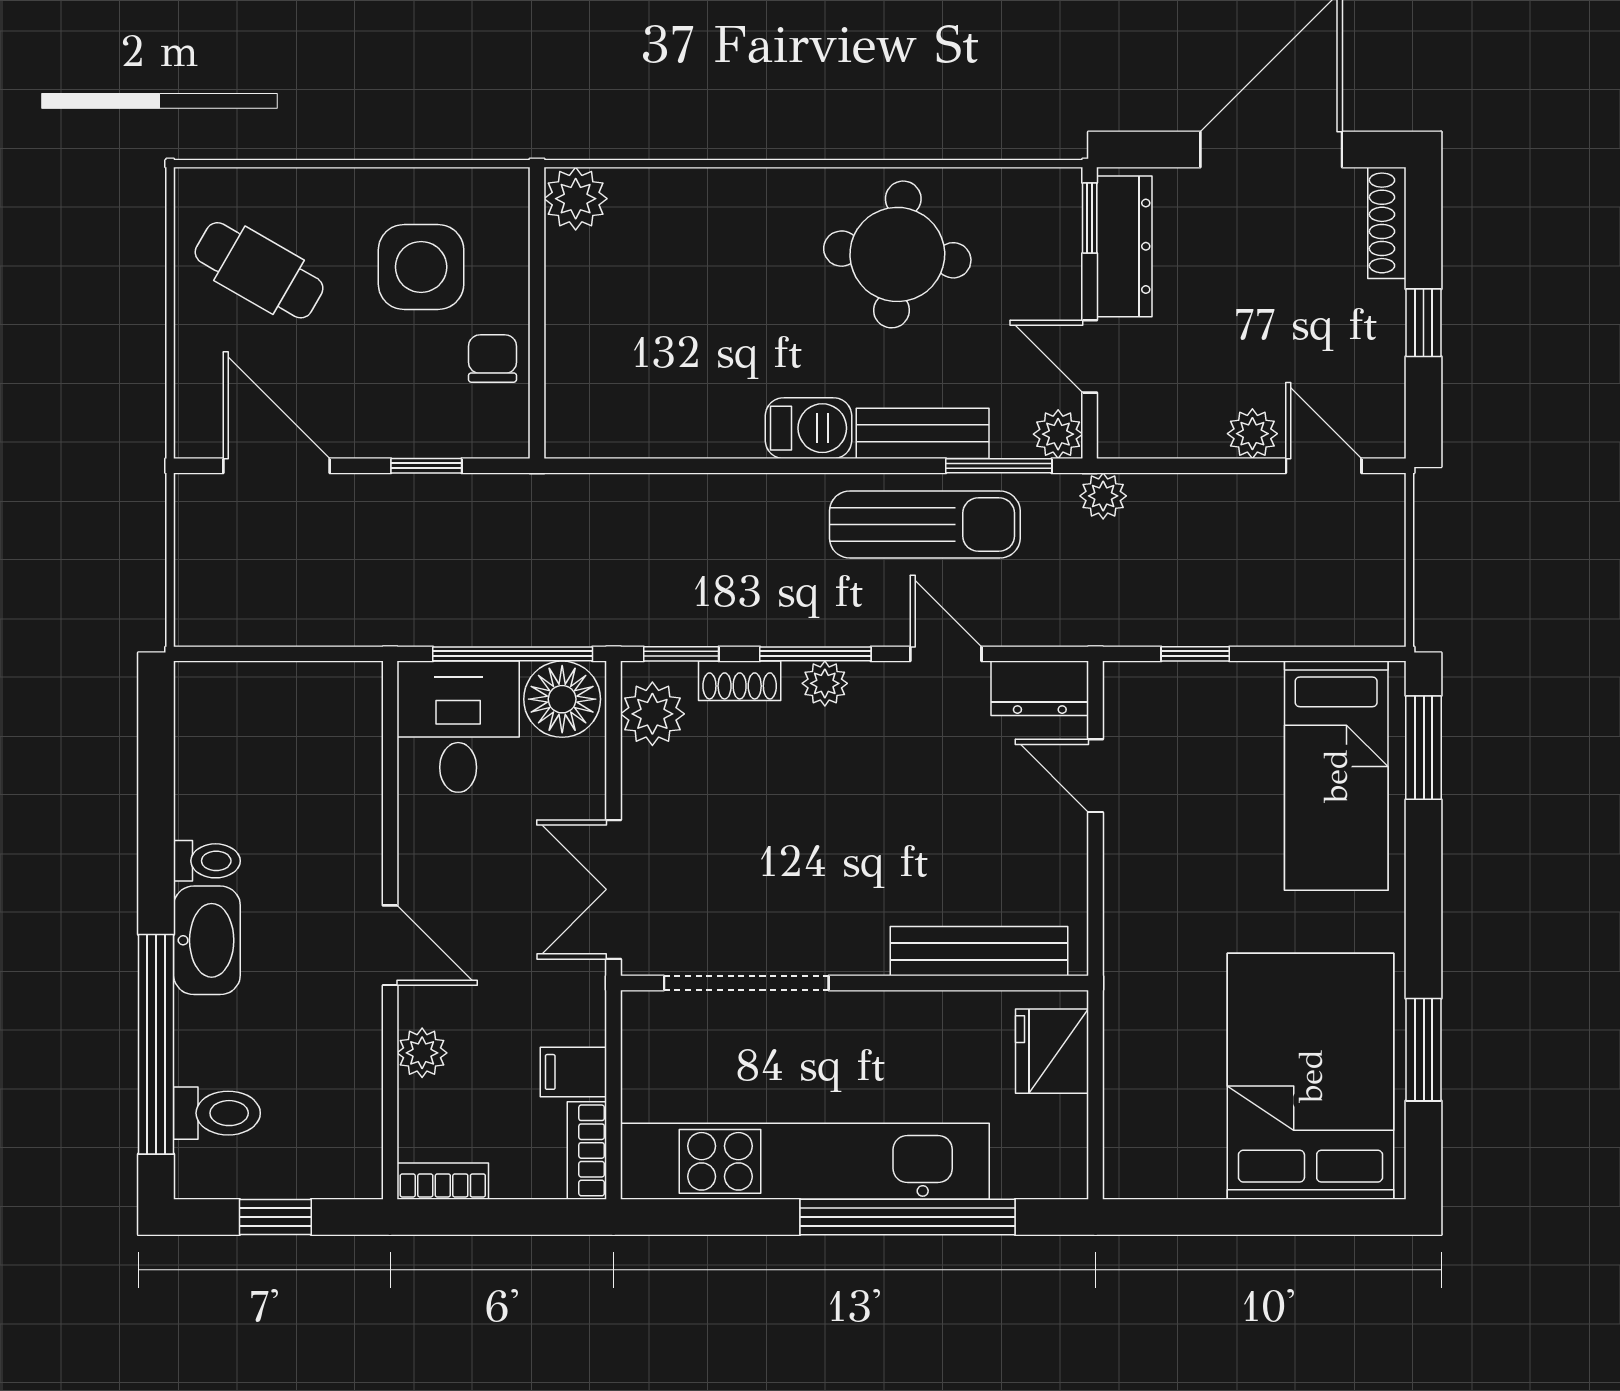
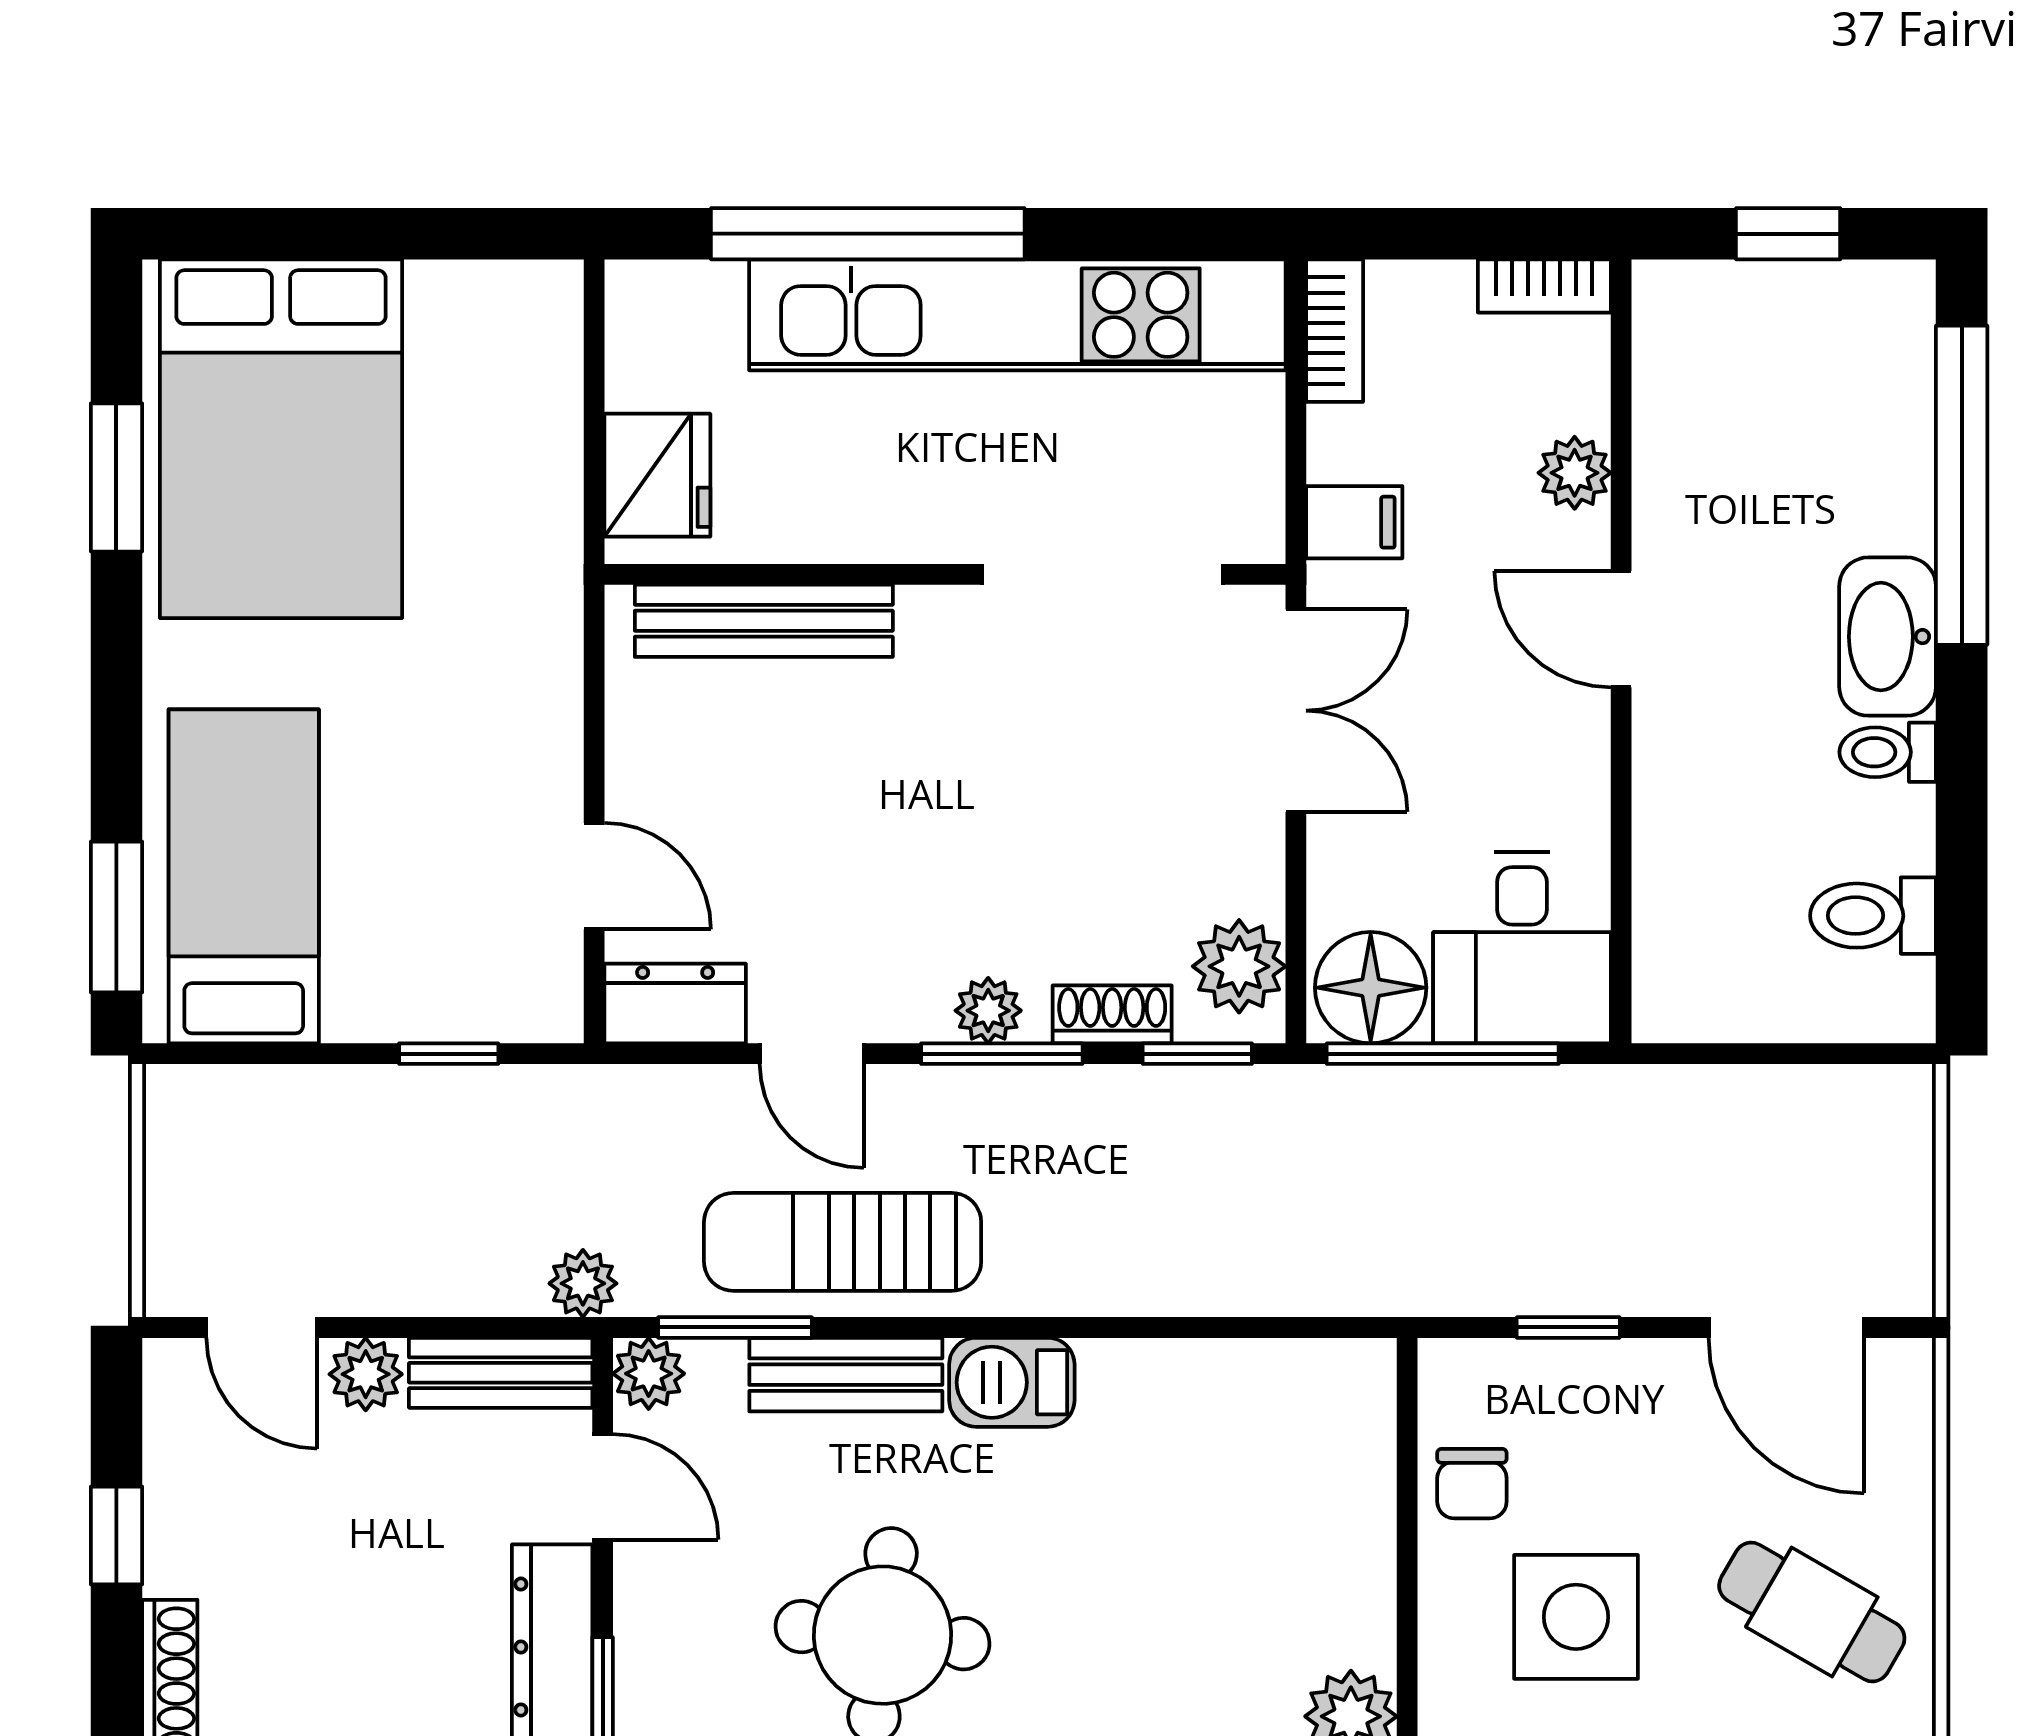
bench: (1160, 435) -> (501, 1373), added
filing cabinet: (573, 1072) -> (1354, 522), moved
toilet: (217, 1113) -> (1873, 916), moved

